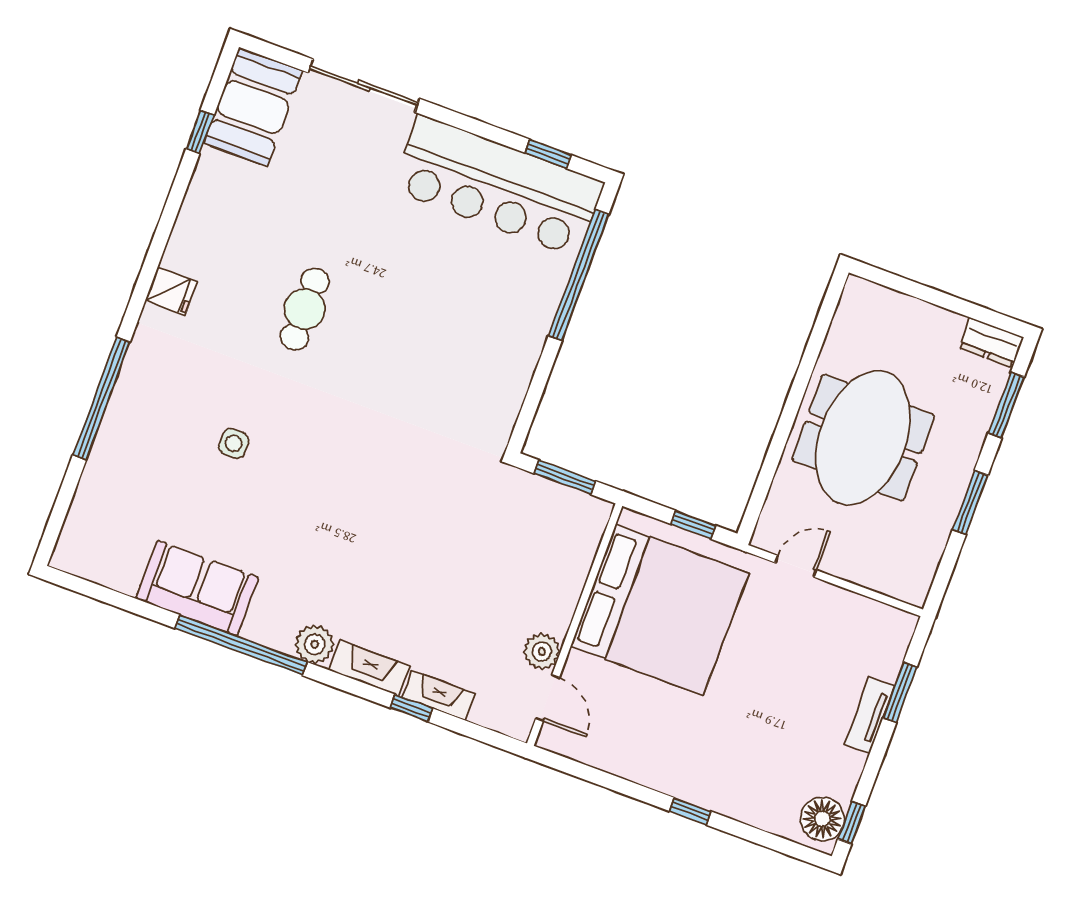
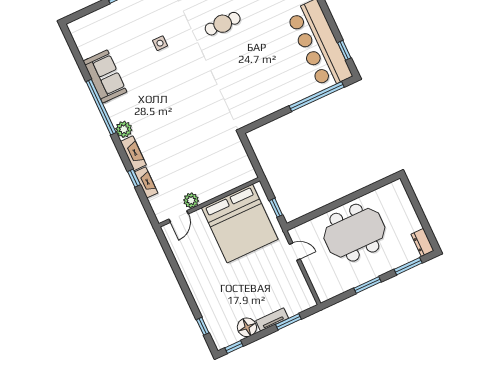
window: (565, 477) -> (251, 154), removed
window: (690, 811) -> (203, 326), moved
floor lamp: (822, 819) -> (247, 327), moved

